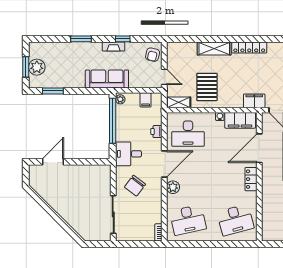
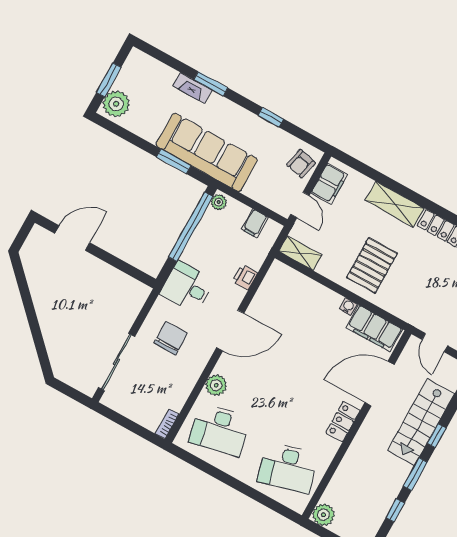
fireplace: (114, 46) -> (192, 88), moved
plant: (37, 67) -> (116, 104), moved
sofa: (107, 79) -> (207, 152), width x1.36, depth x1.27
pallet: (207, 87) -> (372, 265), moved
window: (53, 91) -> (174, 161), moved
filing cabinet: (254, 101) -> (329, 184), moved, turned 90
desk: (188, 134) -> (289, 306), removed
chair: (135, 186) -> (171, 338), turned 143
plant: (173, 187) -> (216, 385), moved
plant: (268, 234) -> (324, 515), added

